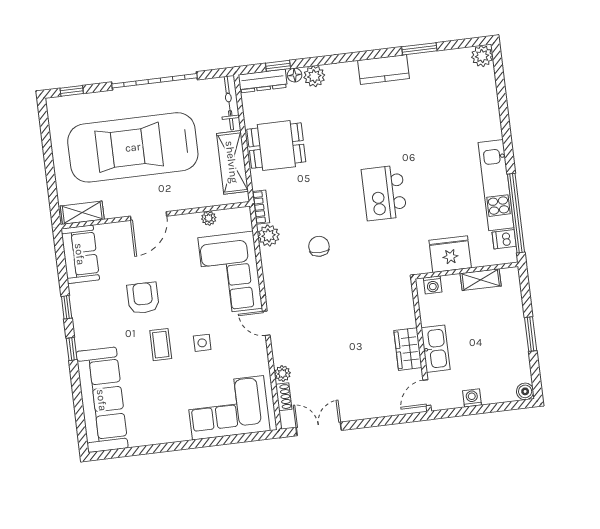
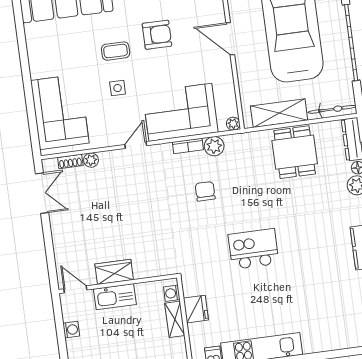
bookcase: (261, 207) -> (188, 146), moved
plant: (209, 218) -> (233, 124), moved
chair: (319, 246) -> (205, 191), turned -90
fridge: (450, 254) -> (196, 309), width x0.73, depth x0.75
shelving: (481, 280) -> (175, 319), moved

